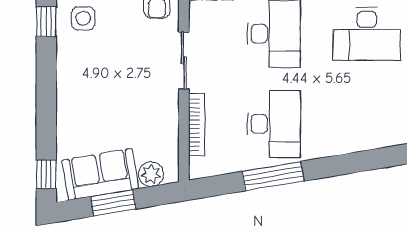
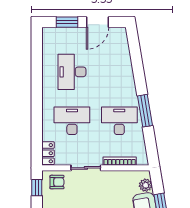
desk: (367, 34) -> (72, 72), turned 180
window: (273, 176) -> (145, 111), moved

